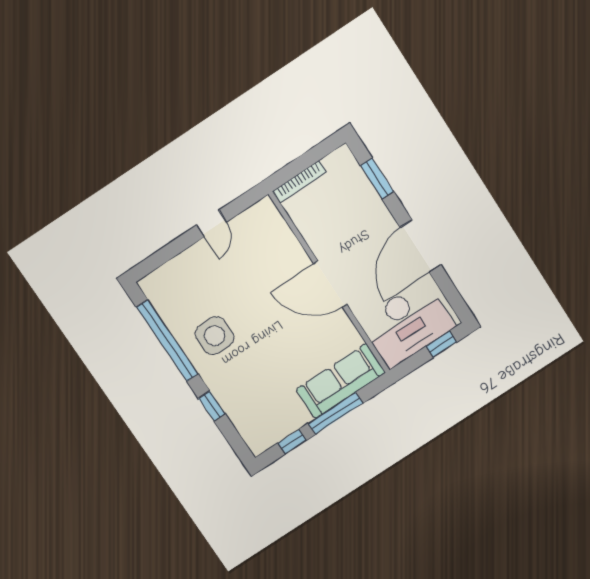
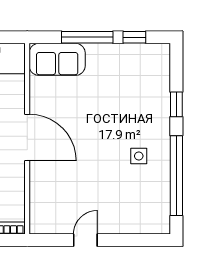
side table: (215, 336) -> (139, 156), width x0.54, depth x0.54
sofa: (341, 381) -> (57, 59), width x0.73

